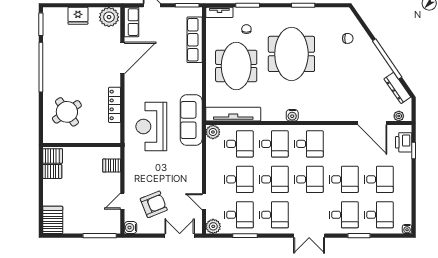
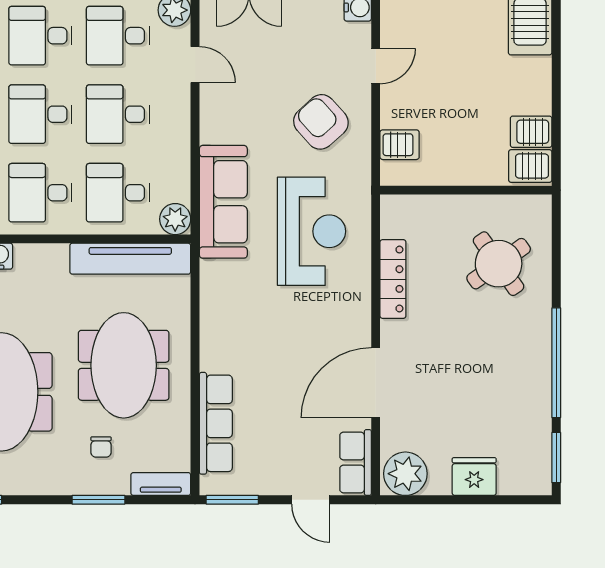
sofa: (191, 120) -> (223, 202), moved
armchair: (154, 204) -> (321, 122), moved, turned 70

